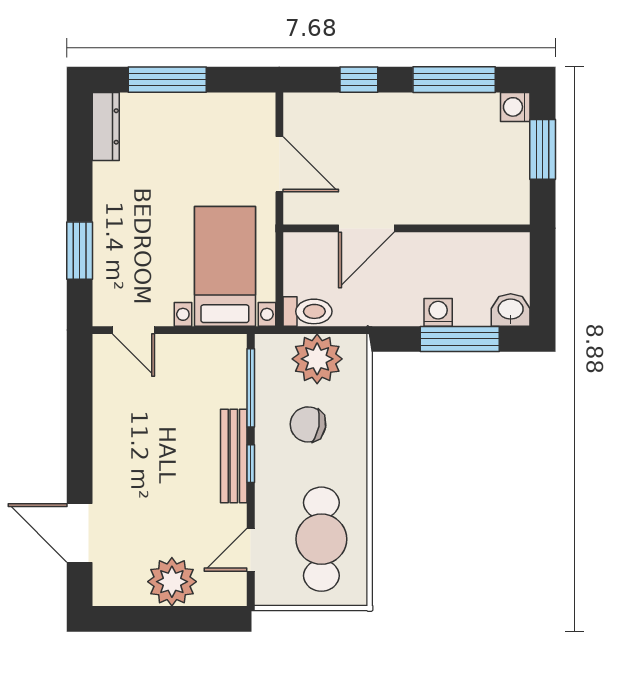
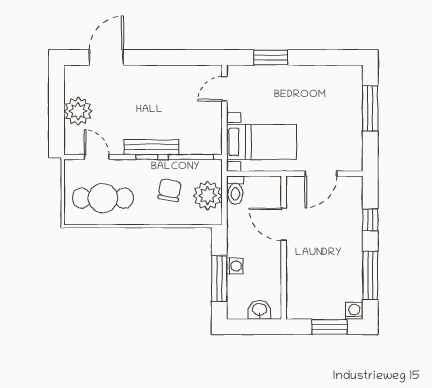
dresser: (106, 126) -> (343, 73), removed
washbasin: (511, 310) -> (260, 310), moved, turned -90

